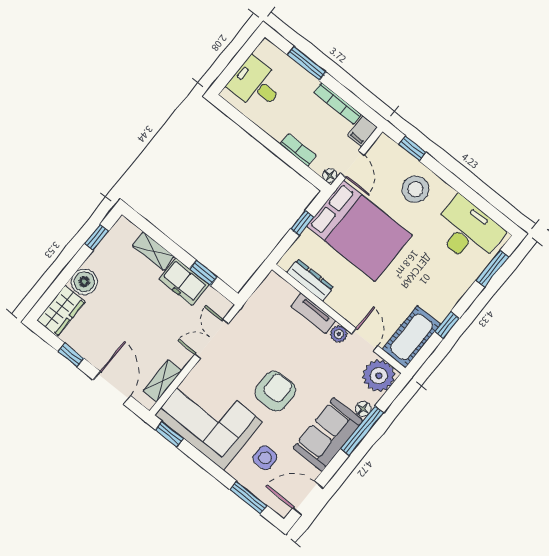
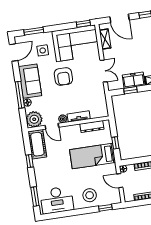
filing cabinet: (362, 131) -> (128, 195), removed
bed: (359, 231) -> (93, 156), width x0.67

